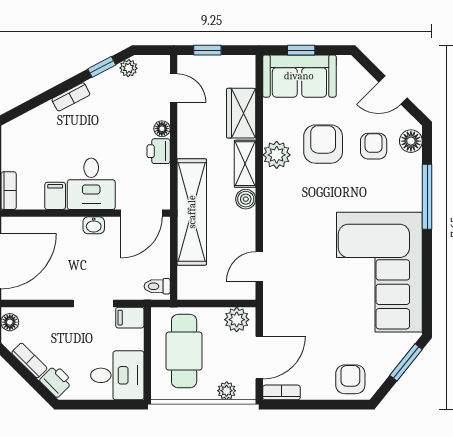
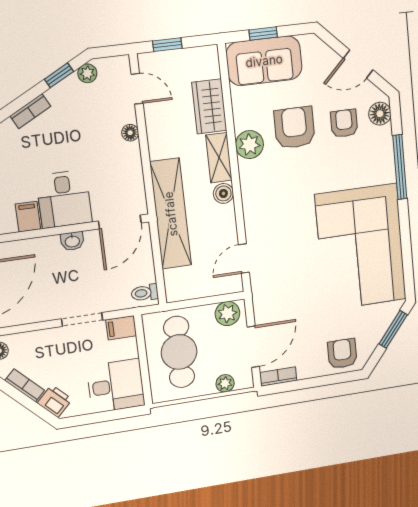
printer: (159, 151) -> (130, 156), removed

